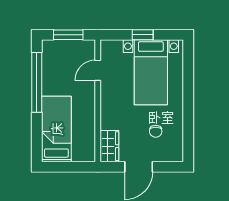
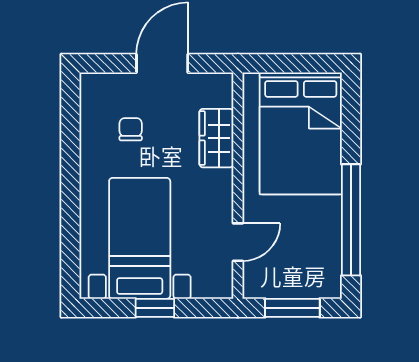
bed: (56, 129) -> (301, 133), width x1.50
wardrobe: (109, 146) -> (216, 138), moved

